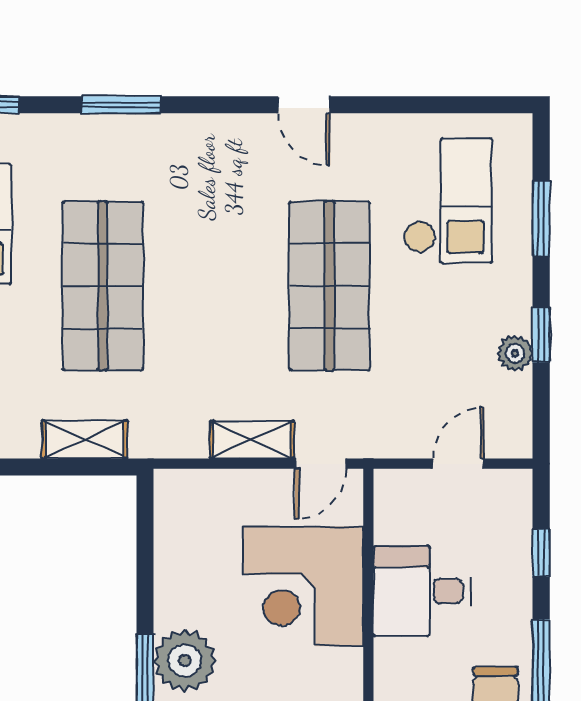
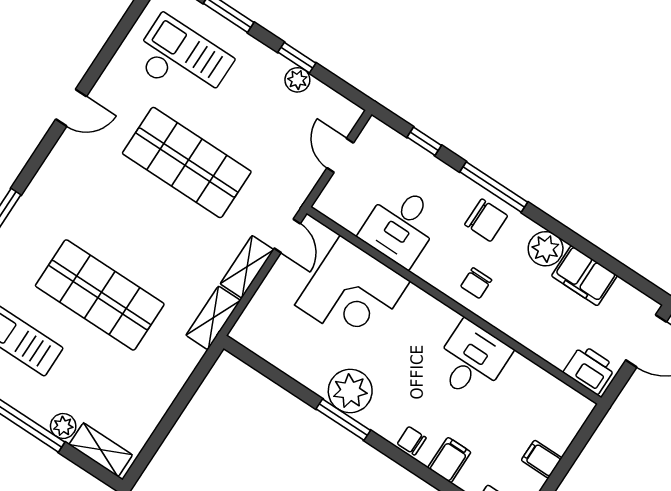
shelving: (85, 439) -> (213, 318), moved

